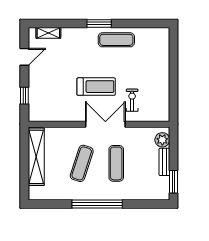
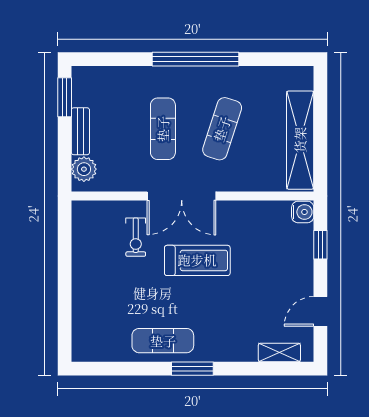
treadmill: (96, 87) -> (197, 260), turned 180
water cooler: (35, 115) -> (303, 212), added

